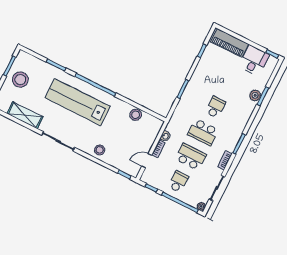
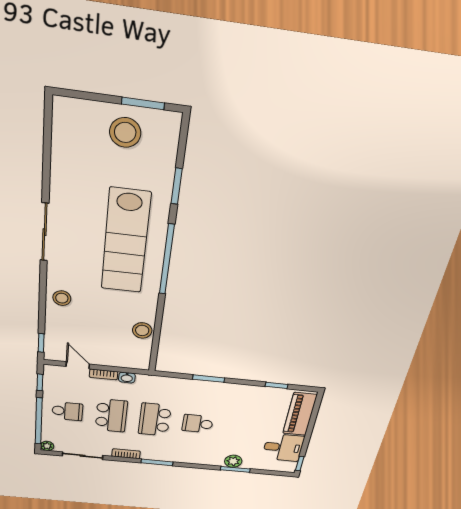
lab bench: (78, 102) -> (126, 242), turned 180
school desk: (215, 107) -> (198, 424), turned 180
shelving: (25, 115) -> (63, 162), removed

